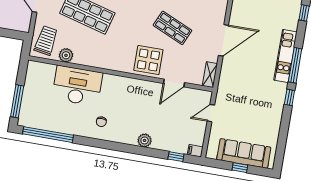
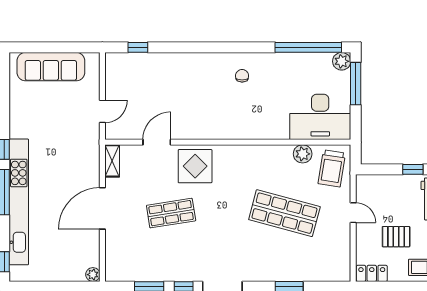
shop shelf: (173, 28) -> (171, 213), turned -33
kitchen unit: (285, 56) -> (19, 202), width x1.86
desk: (77, 86) -> (320, 117), moved
plant: (145, 140) -> (342, 61), moved
filing cabinet: (195, 151) -> (114, 59), removed
window: (240, 168) -> (53, 47), removed

